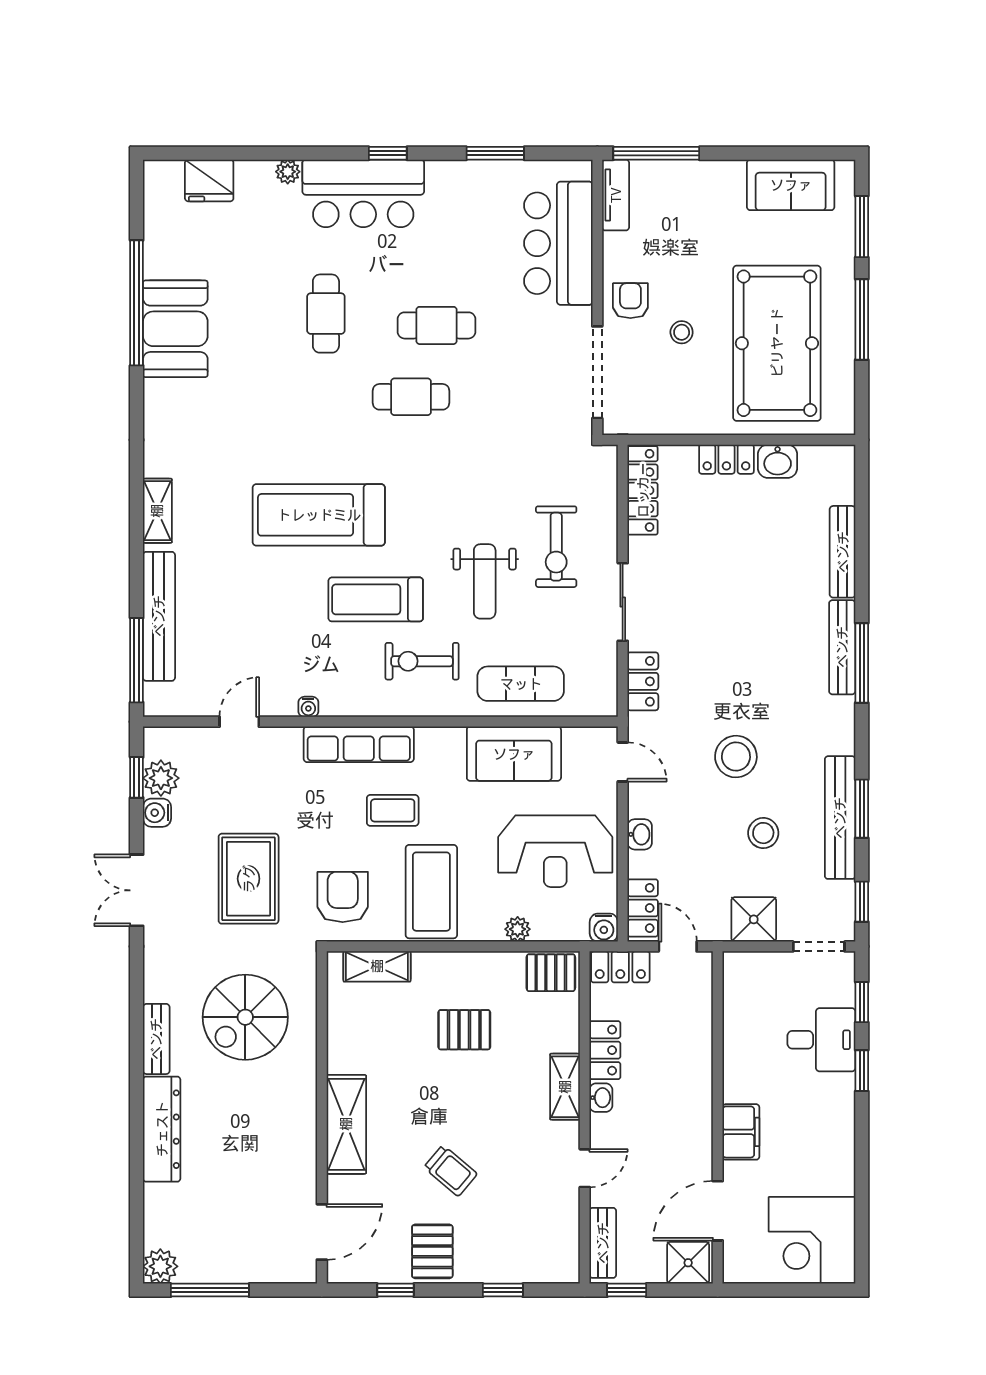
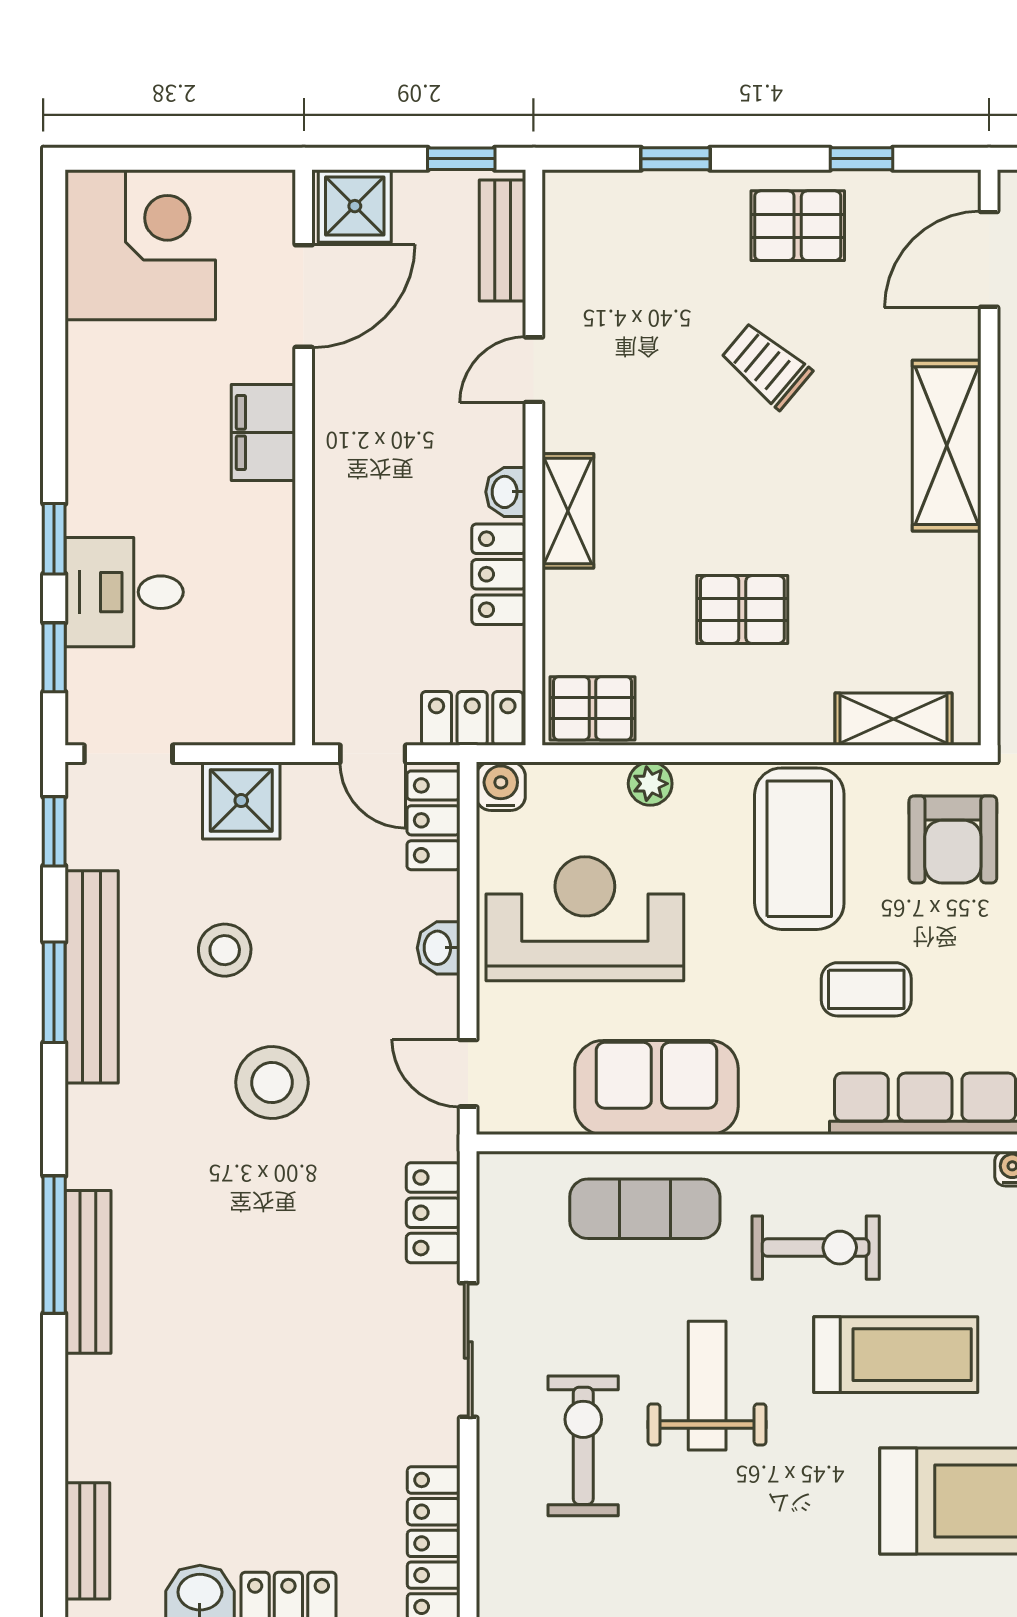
bench: (843, 552) -> (87, 1541), moved, width x0.73
pallet: (432, 1251) -> (798, 226), turned 90

